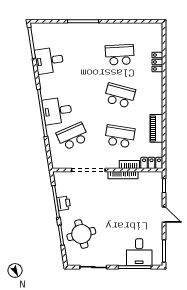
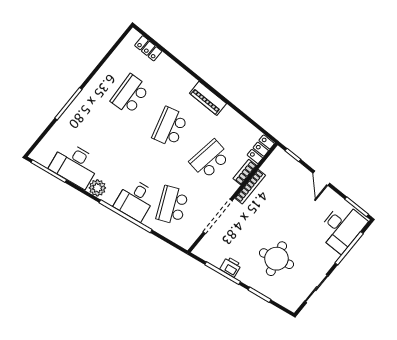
desk: (49, 60) -> (75, 165), width x1.37
locker: (157, 62) -> (148, 48), moved
plant: (46, 81) -> (97, 188), added
school desk: (120, 96) -> (170, 127), turned -30
piano: (156, 128) -> (208, 98), moved
door: (164, 215) -> (321, 178), swing flipped
round table: (81, 234) -> (276, 259), moved
desk: (139, 252) -> (342, 227), width x1.37

